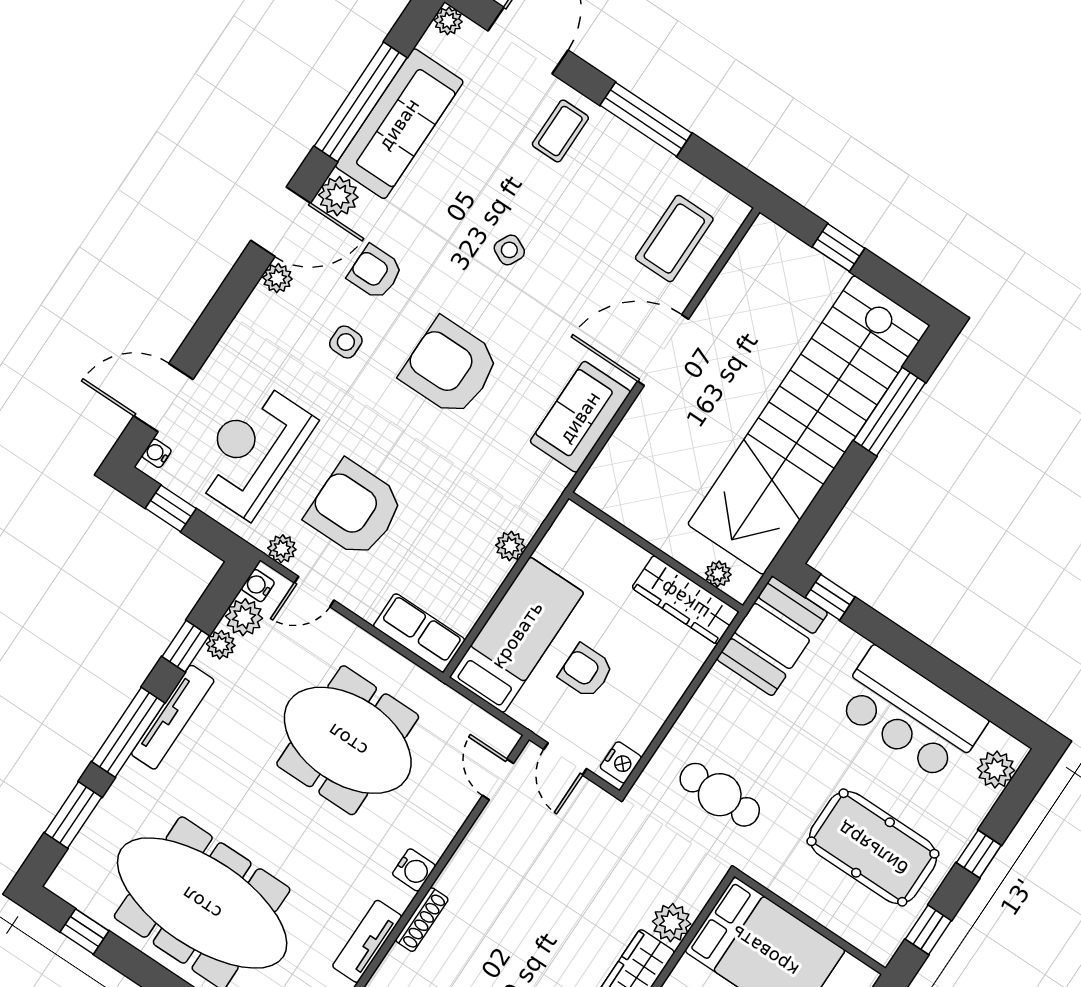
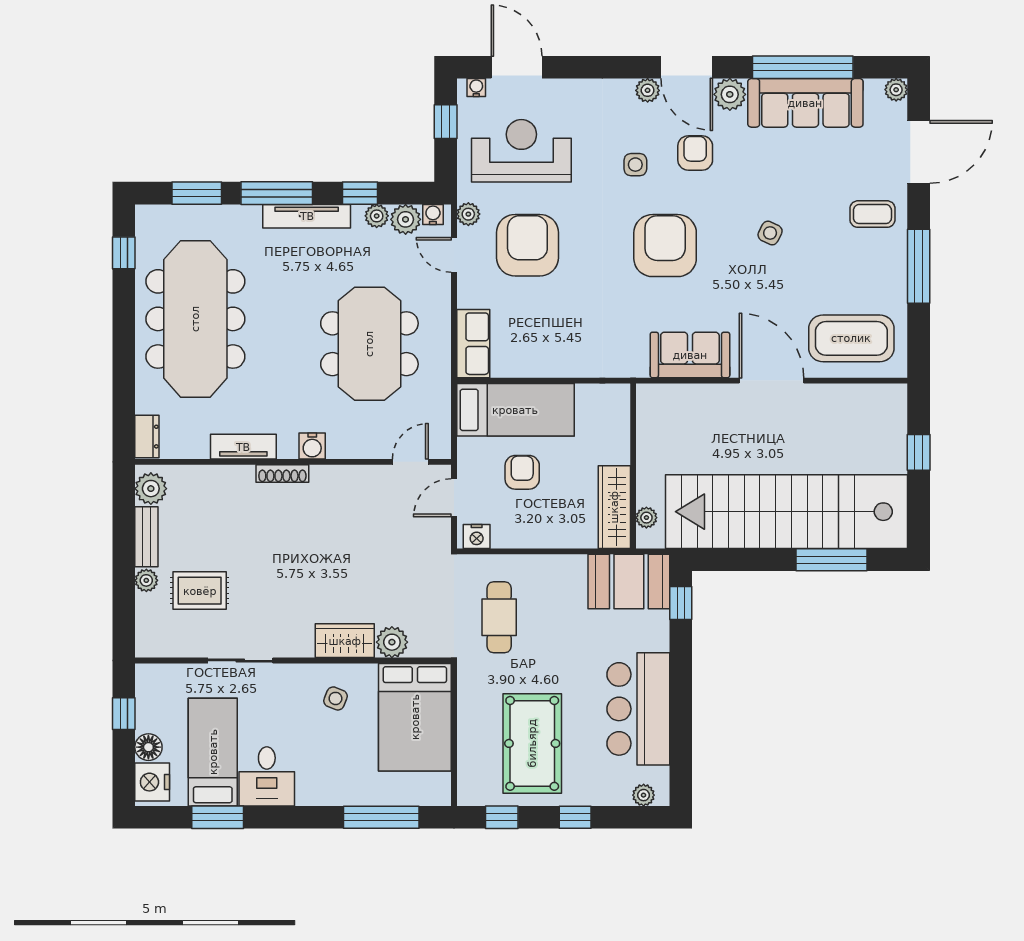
coffee table: (674, 239) -> (851, 338), width x1.36, depth x1.32
plant: (510, 546) -> (572, 366), removed
plant: (996, 770) -> (644, 795), width x0.73, depth x0.73

